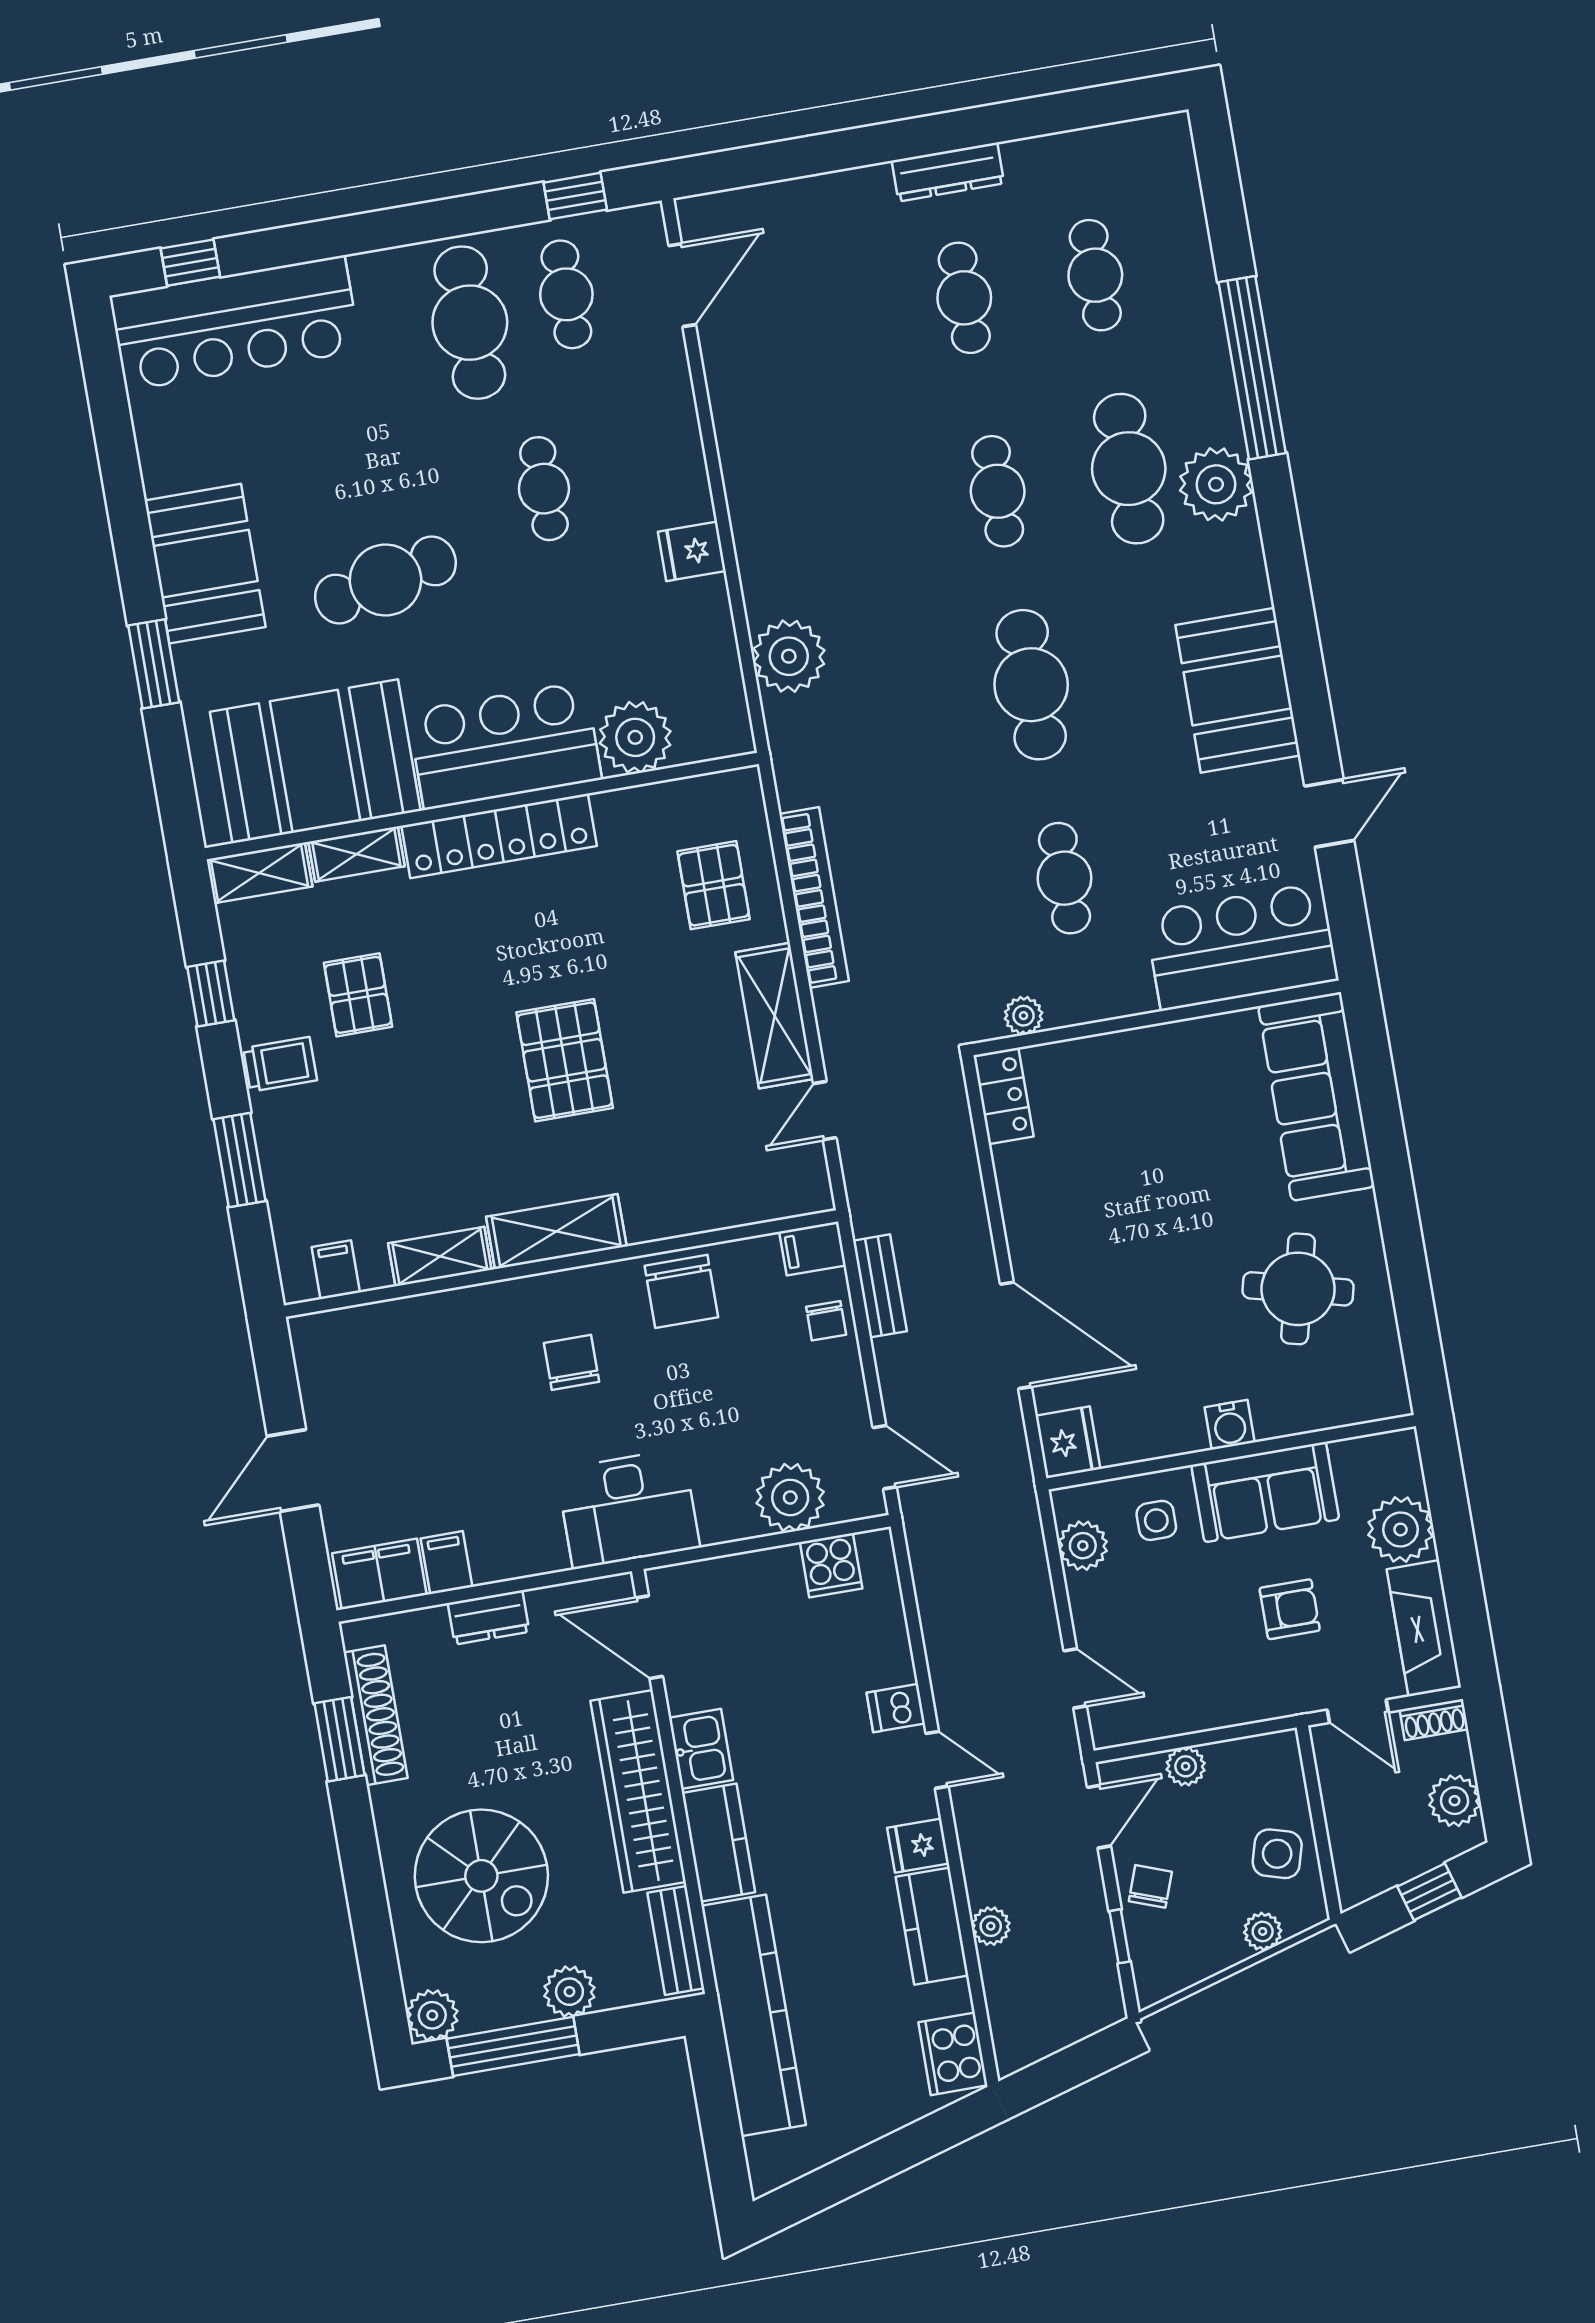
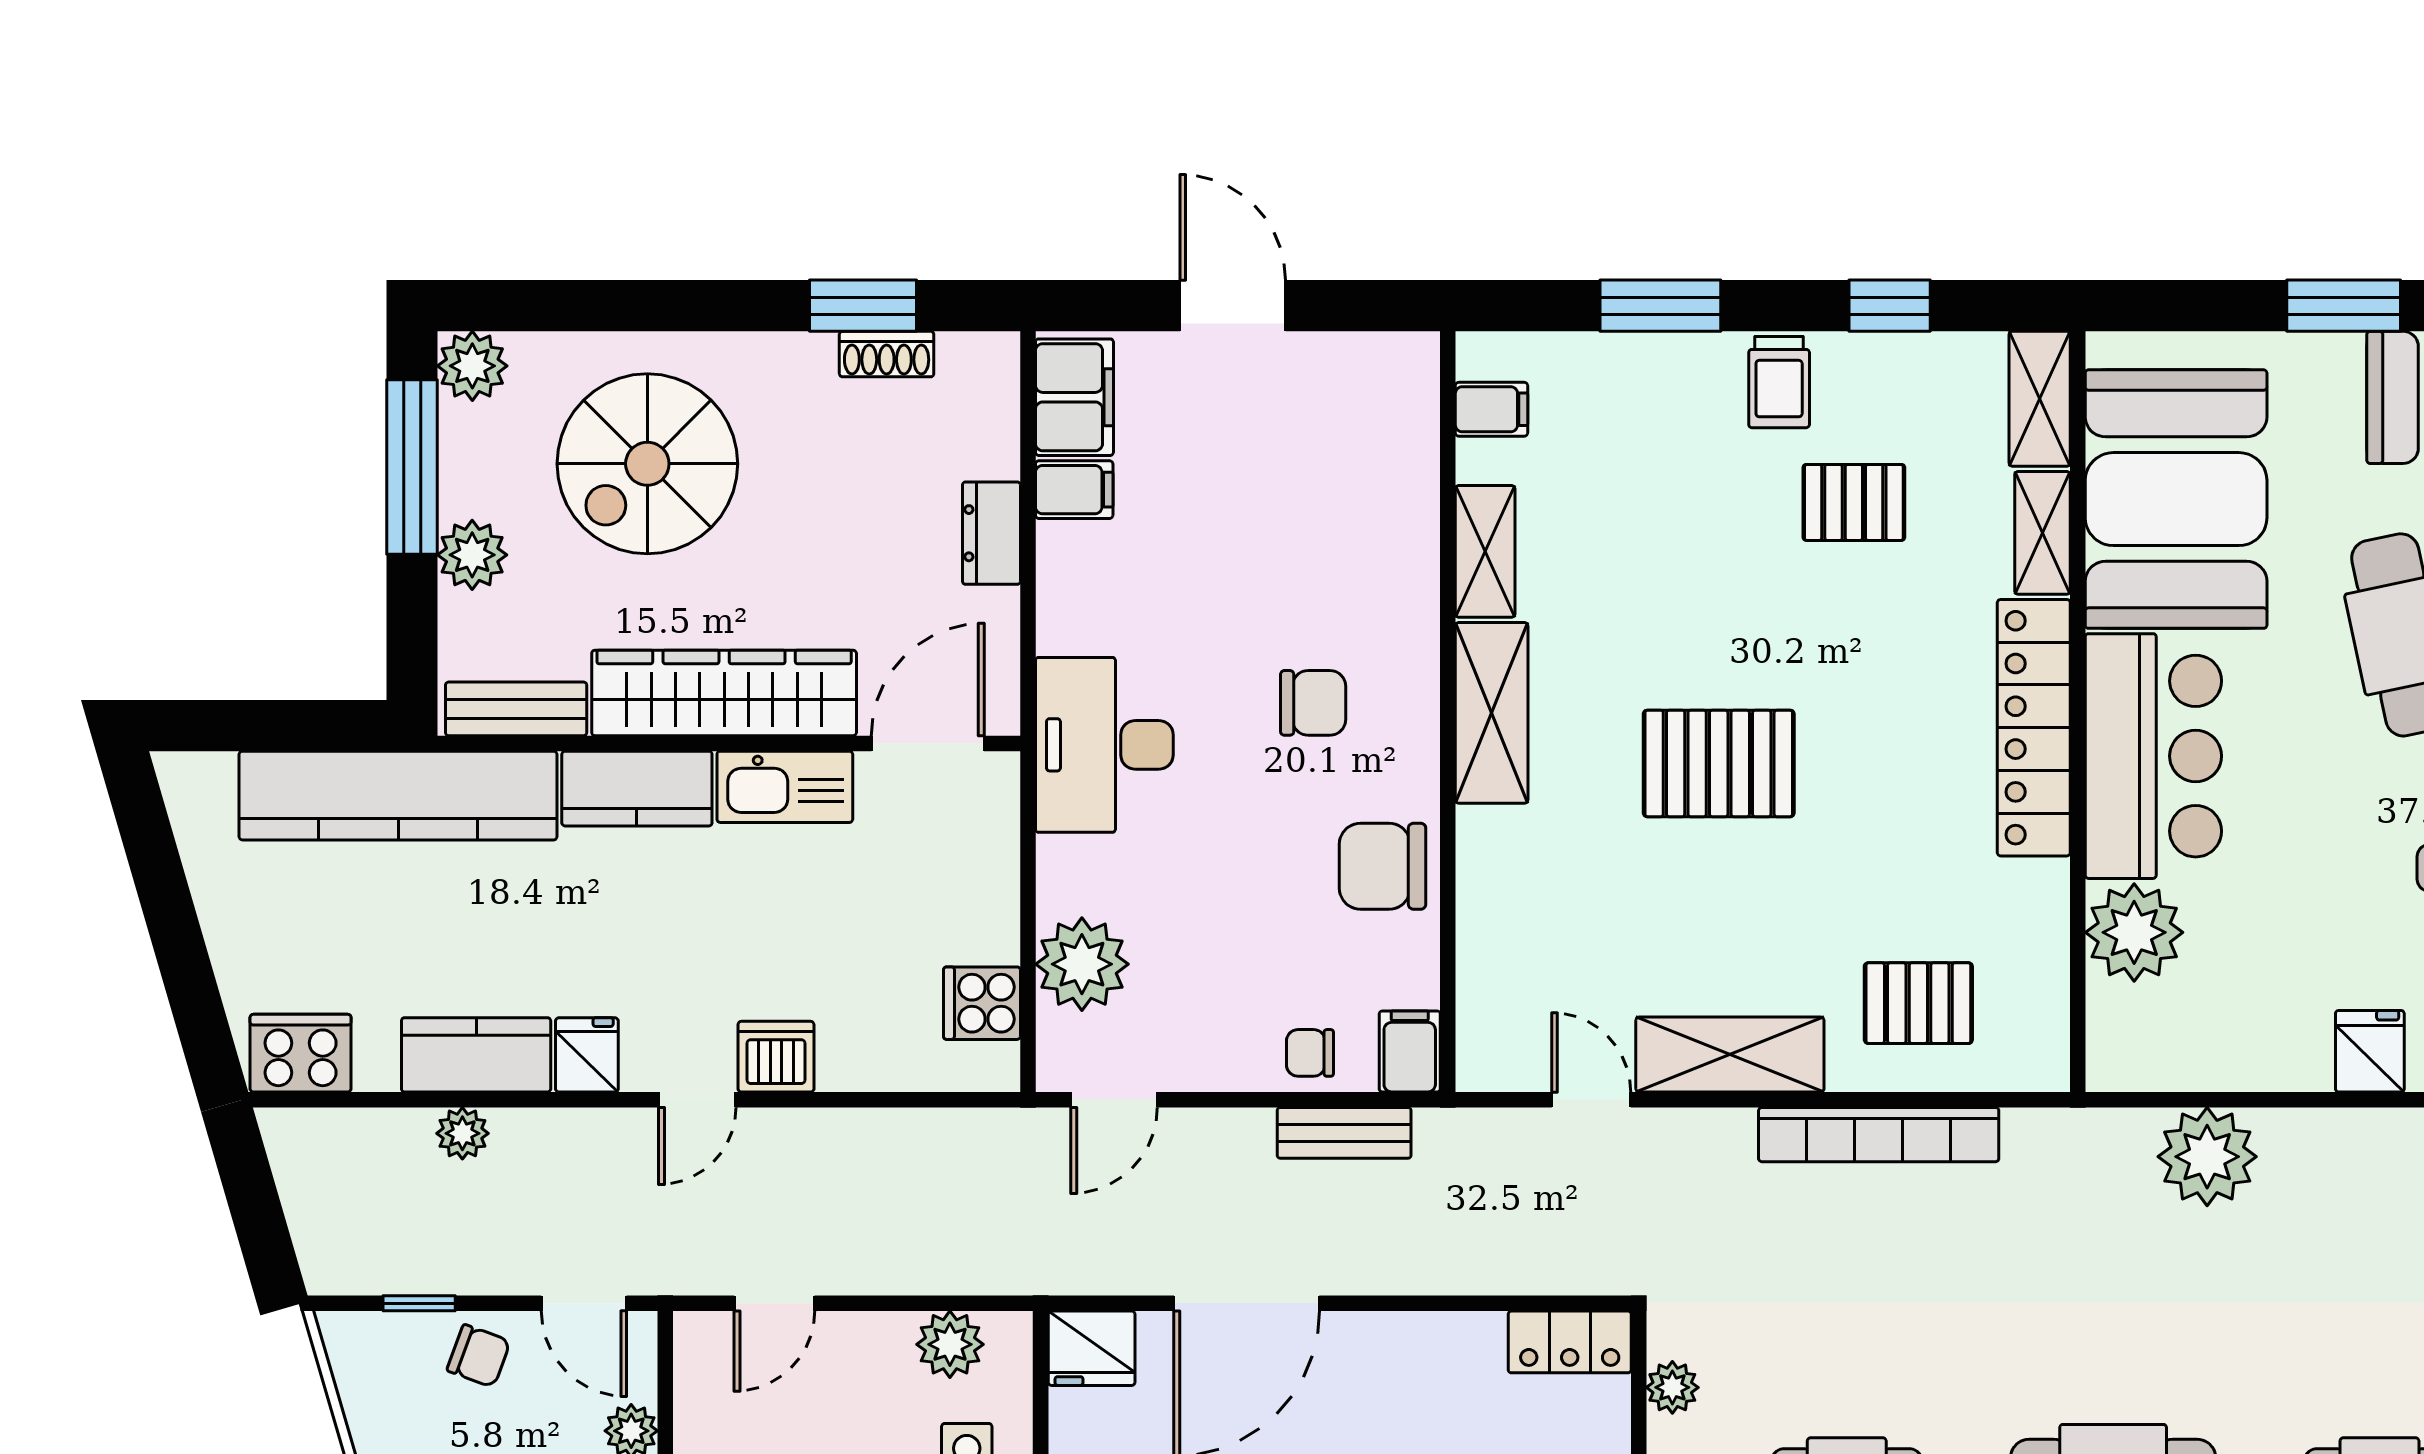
dishwasher: (896, 1708) -> (776, 1057), width x1.38
shoe rack: (376, 1715) -> (887, 354), width x0.51, depth x0.81
kitchen sink: (701, 1749) -> (785, 787), width x1.38

